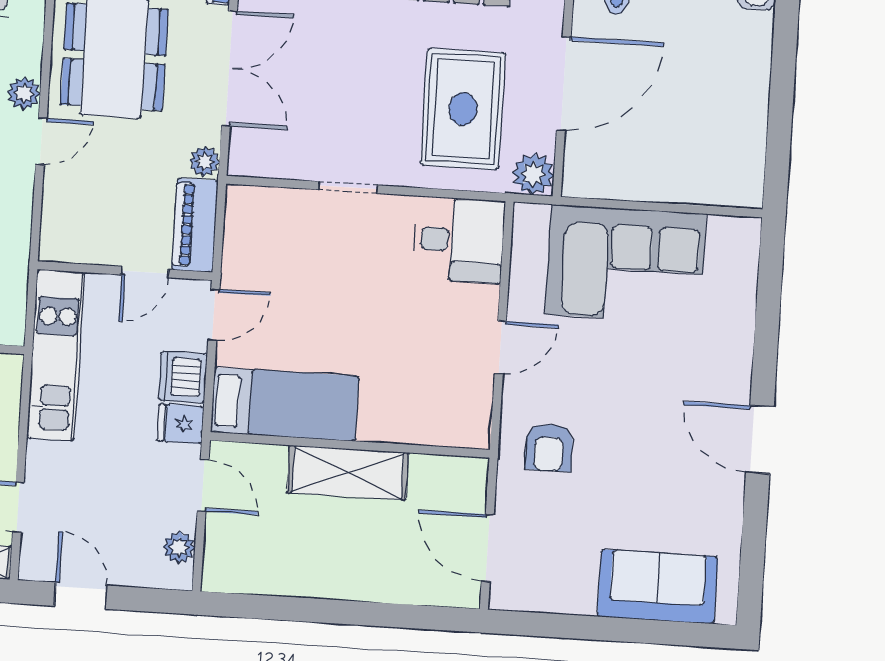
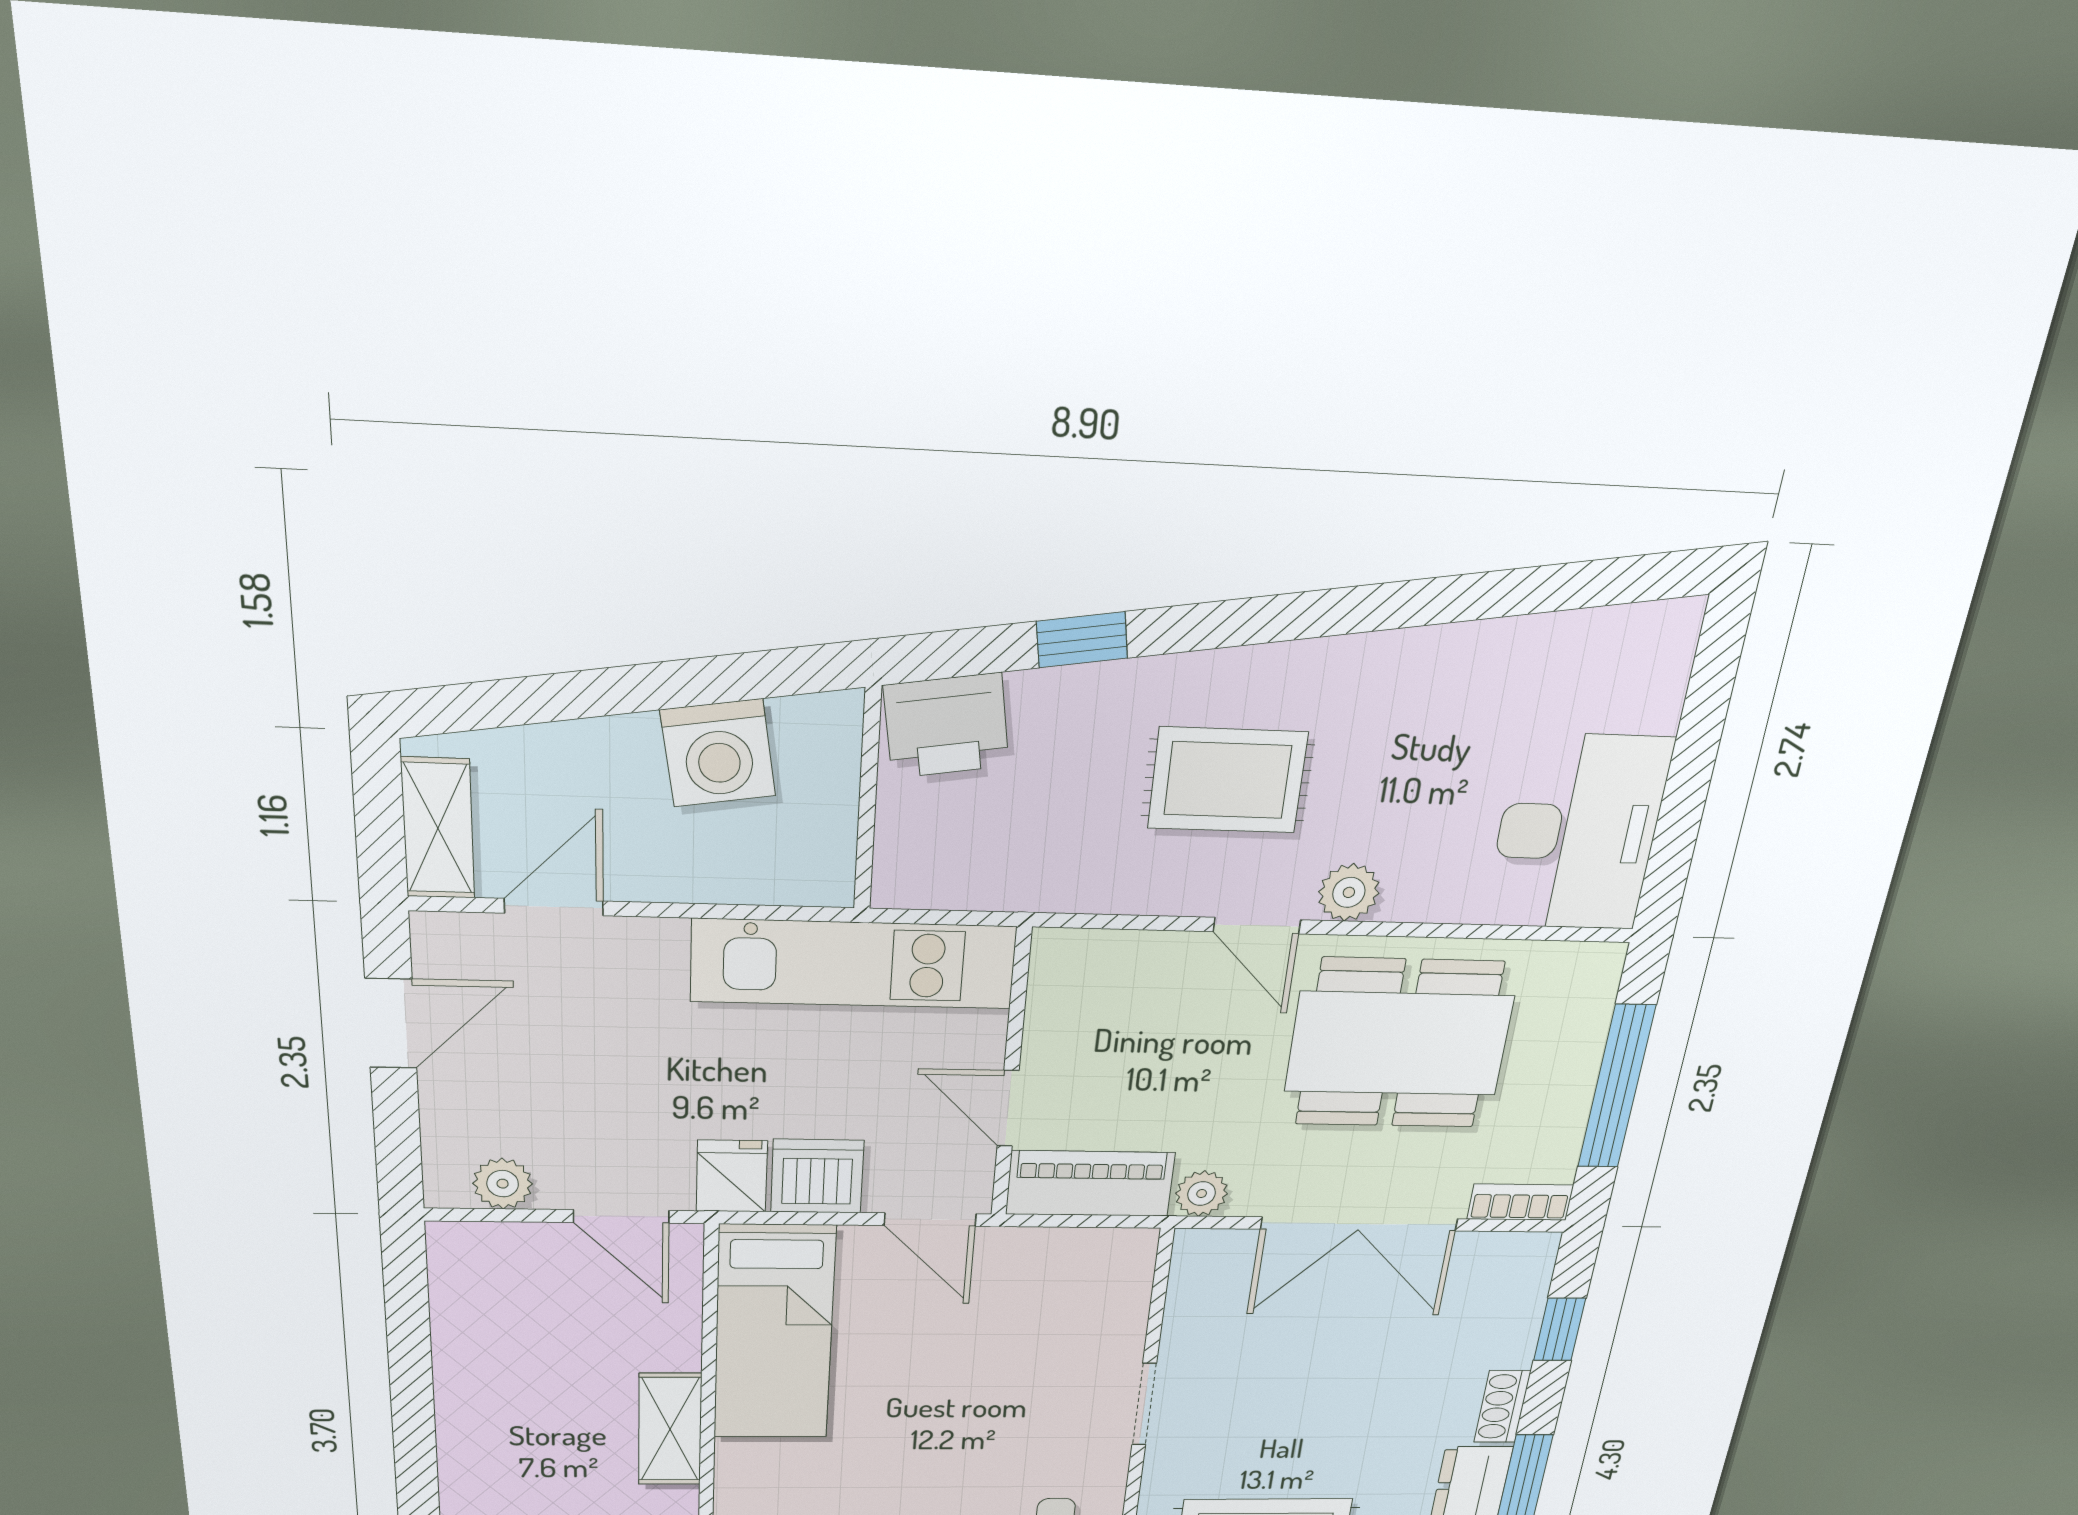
shelving: (348, 473) -> (670, 1429), width x0.67, depth x0.75
door: (203, 485) -> (621, 1216), hinge flipped

